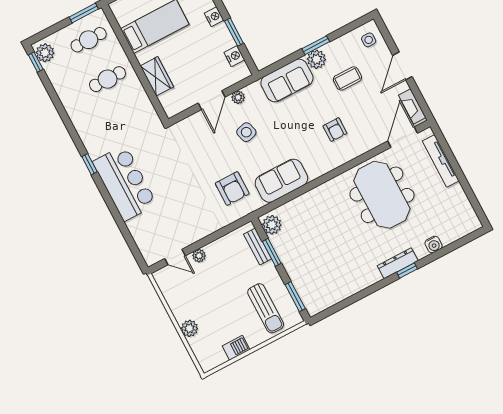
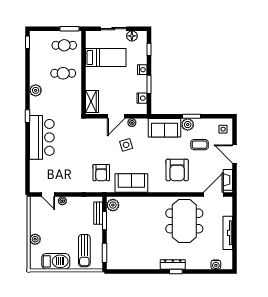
plant: (45, 53) -> (36, 90), moved
door: (402, 66) -> (234, 154), hinge flipped
wardrobe: (157, 76) -> (92, 101), moved
armchair: (335, 130) -> (177, 170), width x1.88, depth x1.88
tv unit: (441, 161) -> (228, 233), moved
water cooler: (433, 245) -> (216, 265), moved
barbecue: (236, 348) -> (56, 261), width x1.88, depth x1.53

